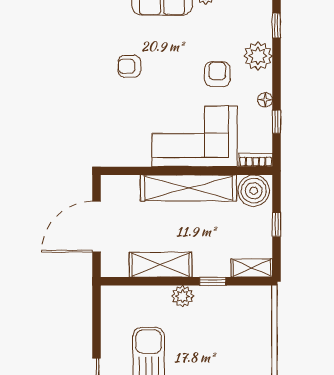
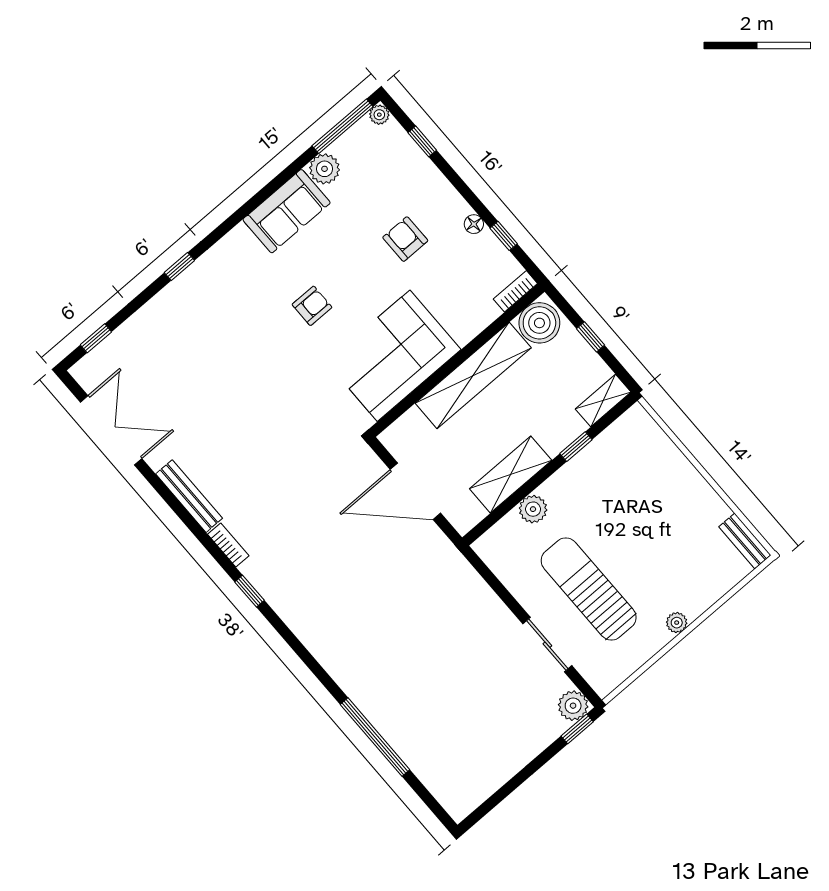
plant: (258, 56) -> (430, 187), removed
armchair: (129, 66) -> (312, 306), turned 180
corner sofa: (195, 136) -> (394, 356), moved
door: (96, 227) -> (415, 491), hinge flipped
plant: (183, 296) -> (533, 509), moved

